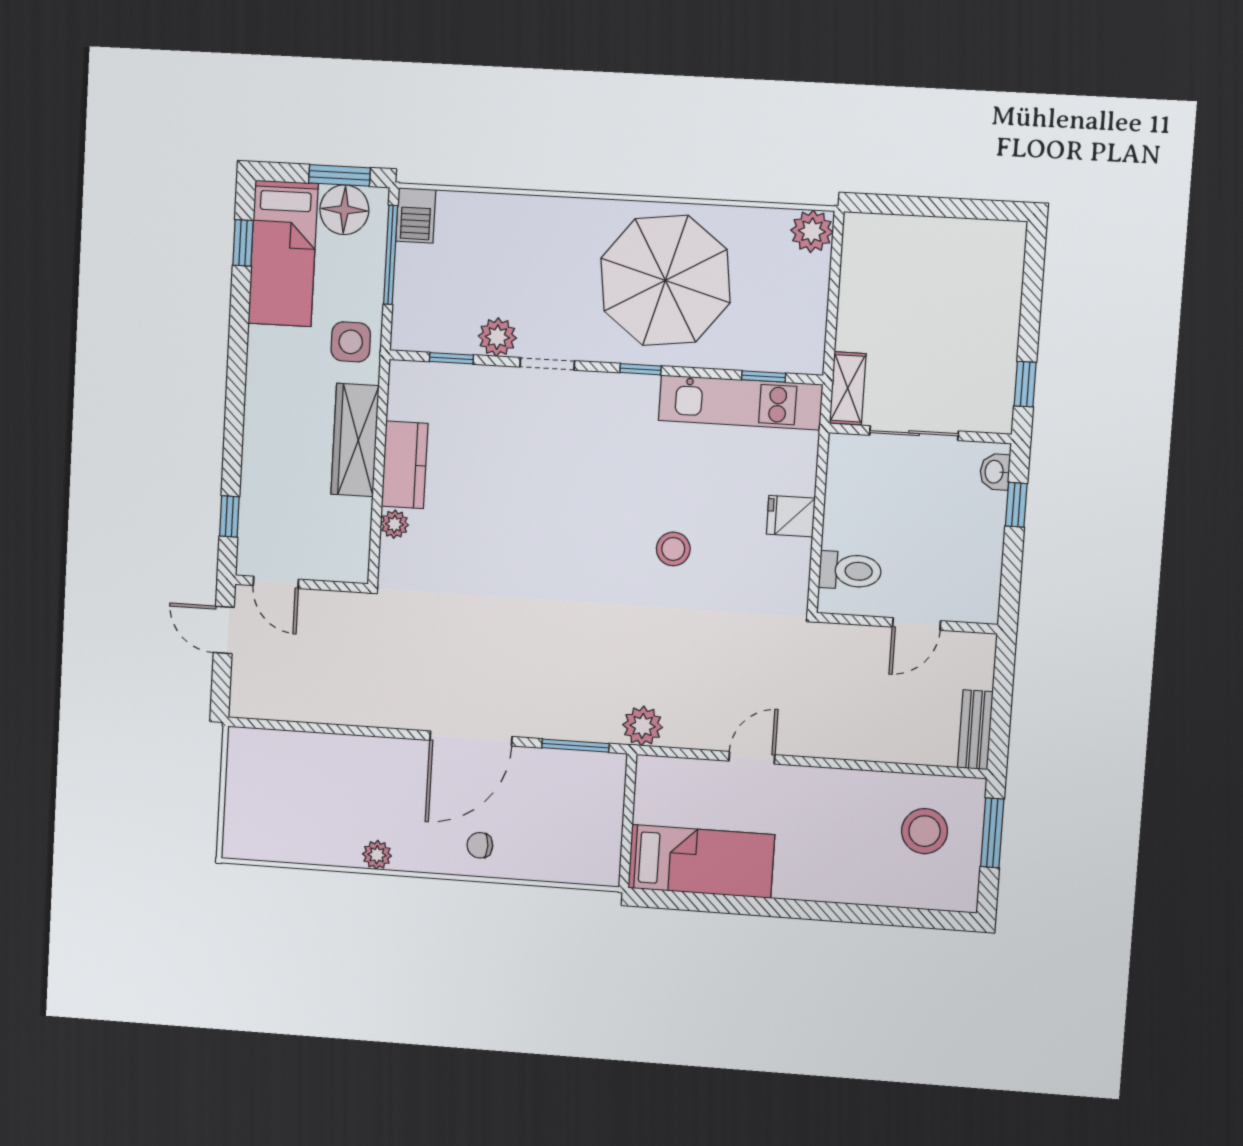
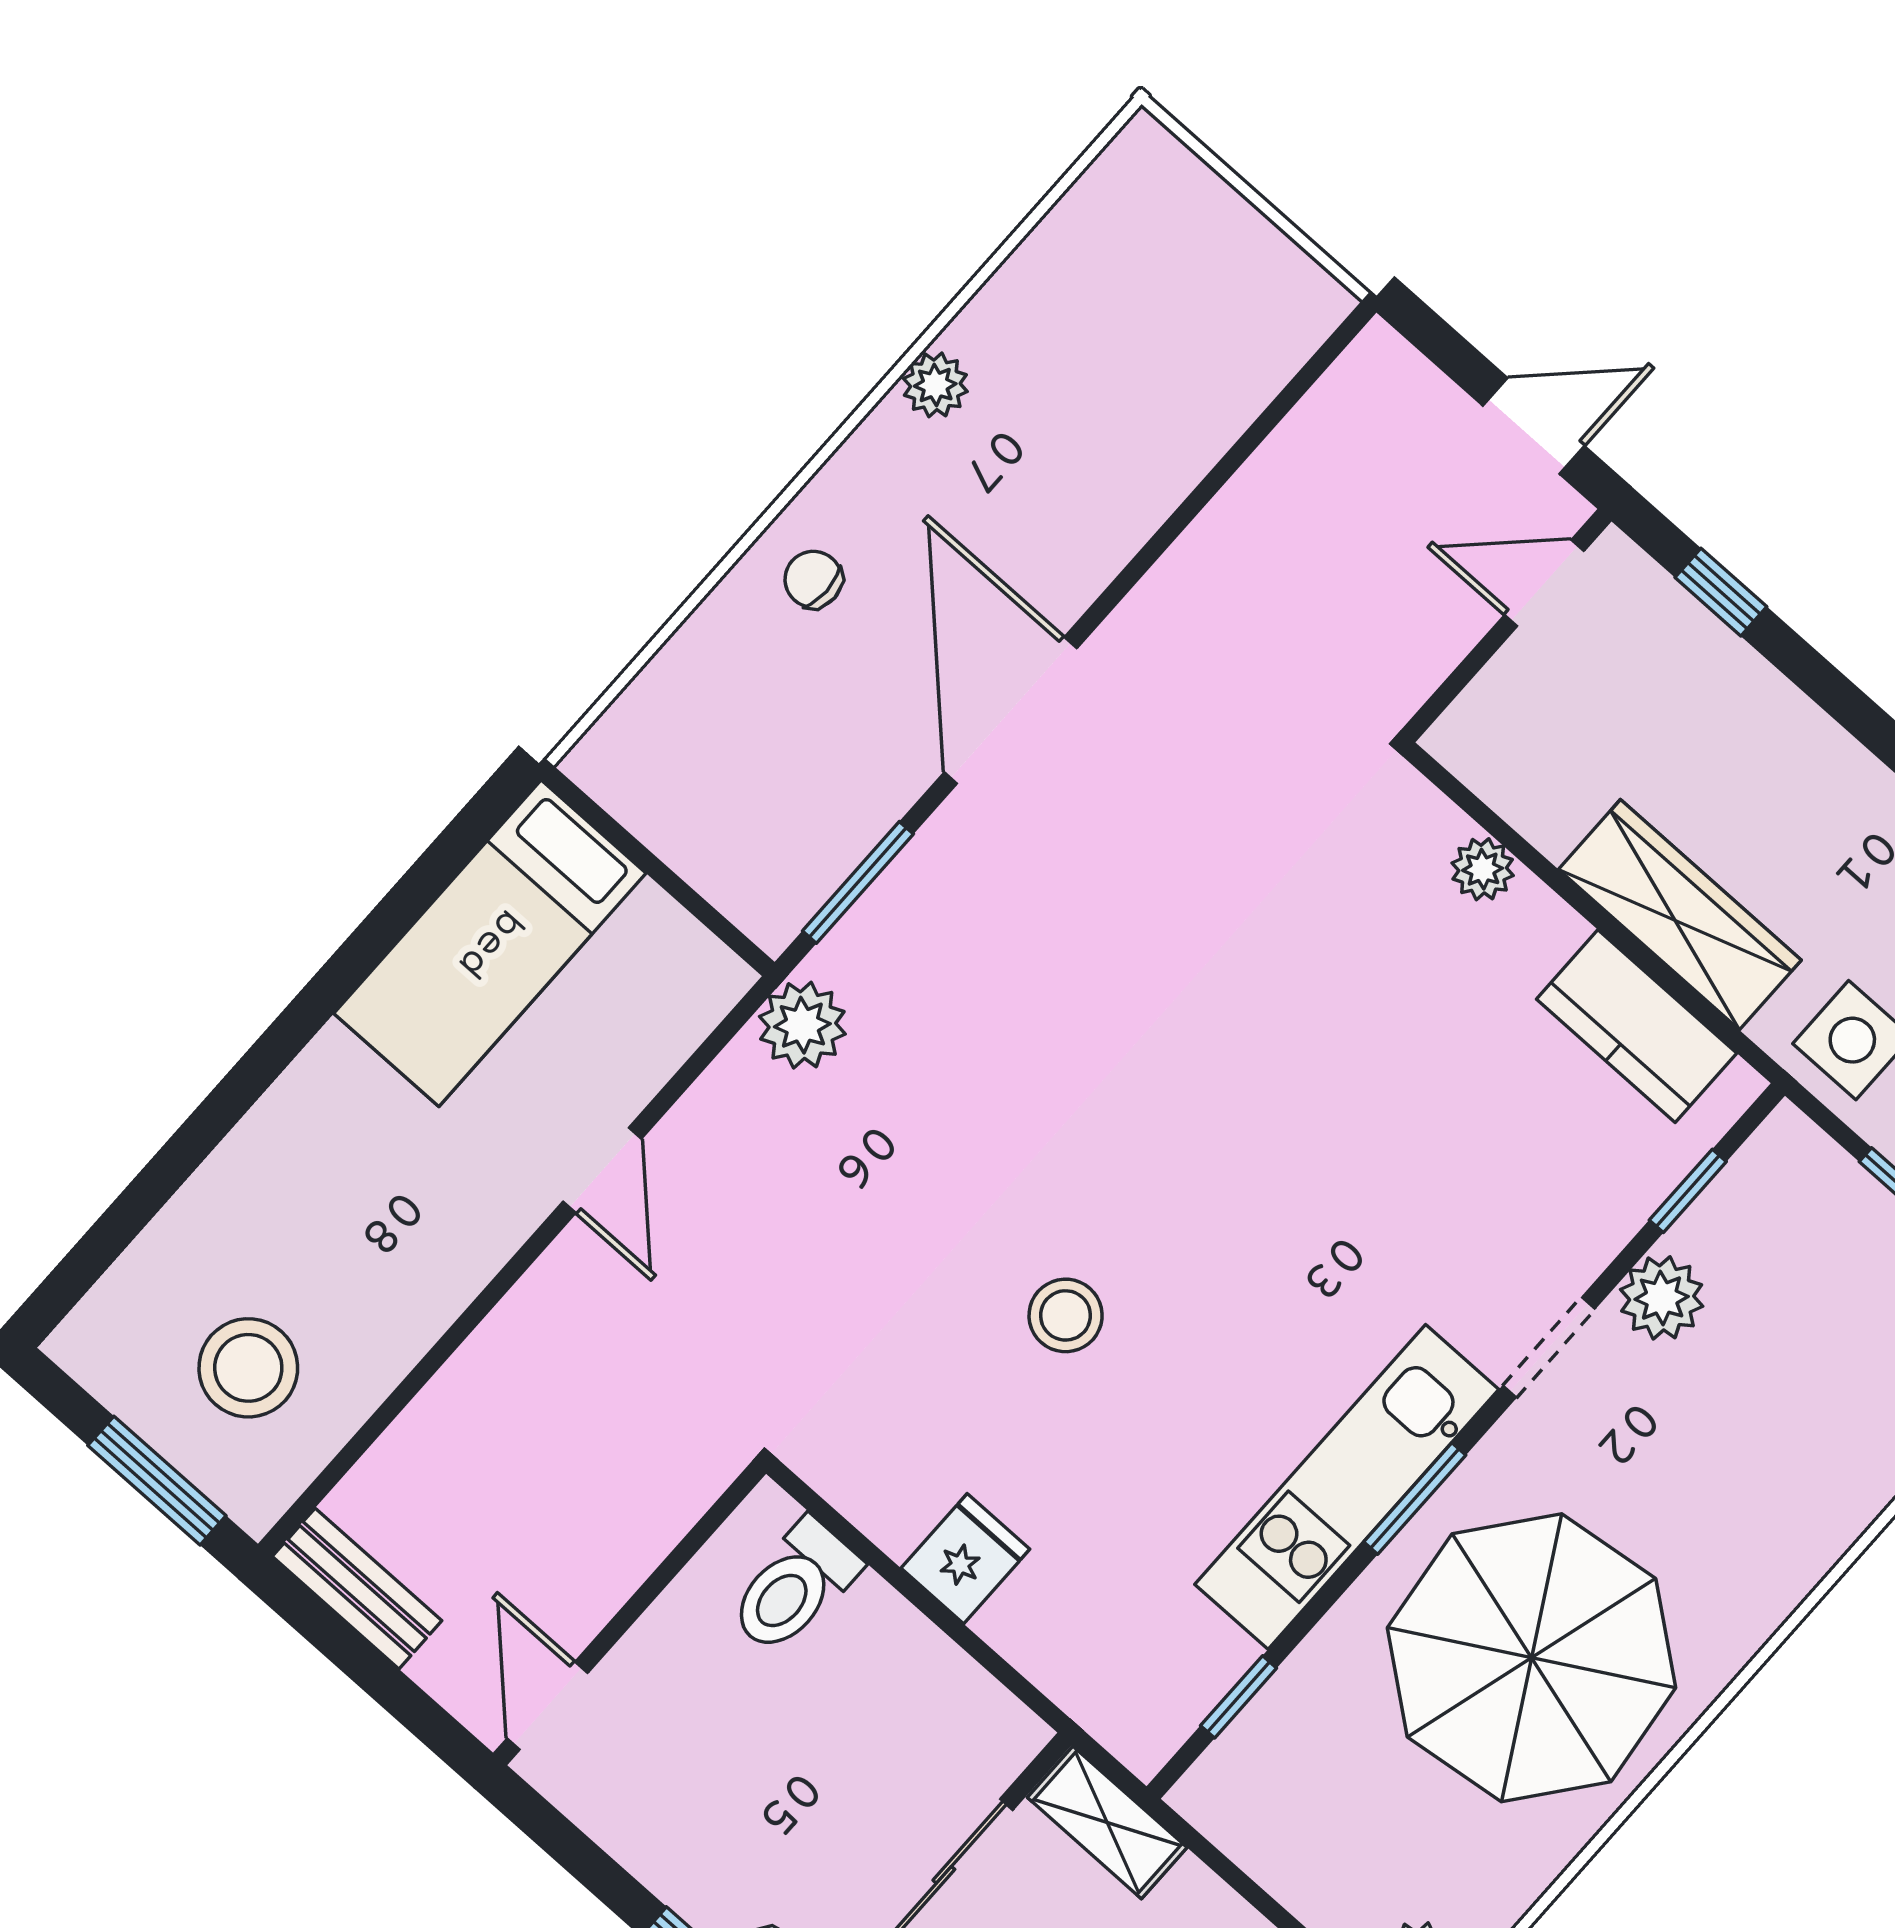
window: (640, 369) -> (1415, 1498), width x1.50
kitchen unit: (740, 402) -> (1347, 1487), moved
kitchen counter: (405, 465) -> (1637, 1026), moved
door: (917, 624) -> (547, 1706), moved
chair: (480, 845) -> (813, 579), turned -90

